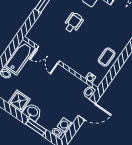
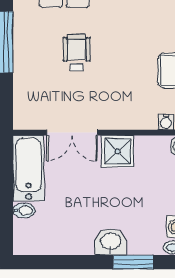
shower: (19, 101) -> (118, 151), moved

